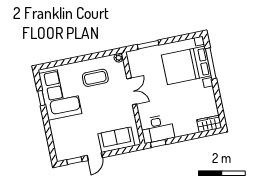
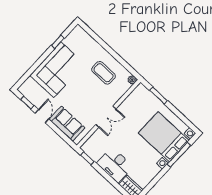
double door: (132, 91) -> (106, 117), moved
corner sofa: (60, 93) -> (57, 70), moved
desk: (157, 129) -> (115, 165), moved
door: (95, 156) -> (42, 116), swing flipped

